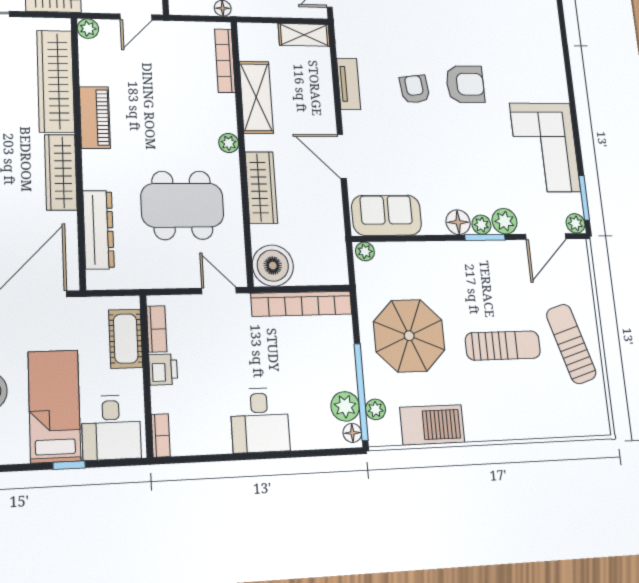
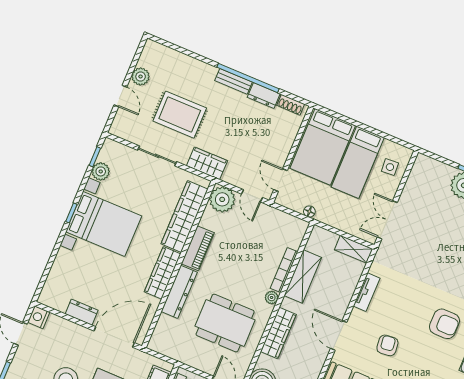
door: (136, 17) -> (252, 196), hinge flipped
plant: (88, 29) -> (222, 199), width x1.87, depth x1.87
bookcase: (225, 61) -> (284, 270), moved
armchair: (415, 89) -> (387, 345), moved
dresser: (99, 230) -> (179, 292), moved

